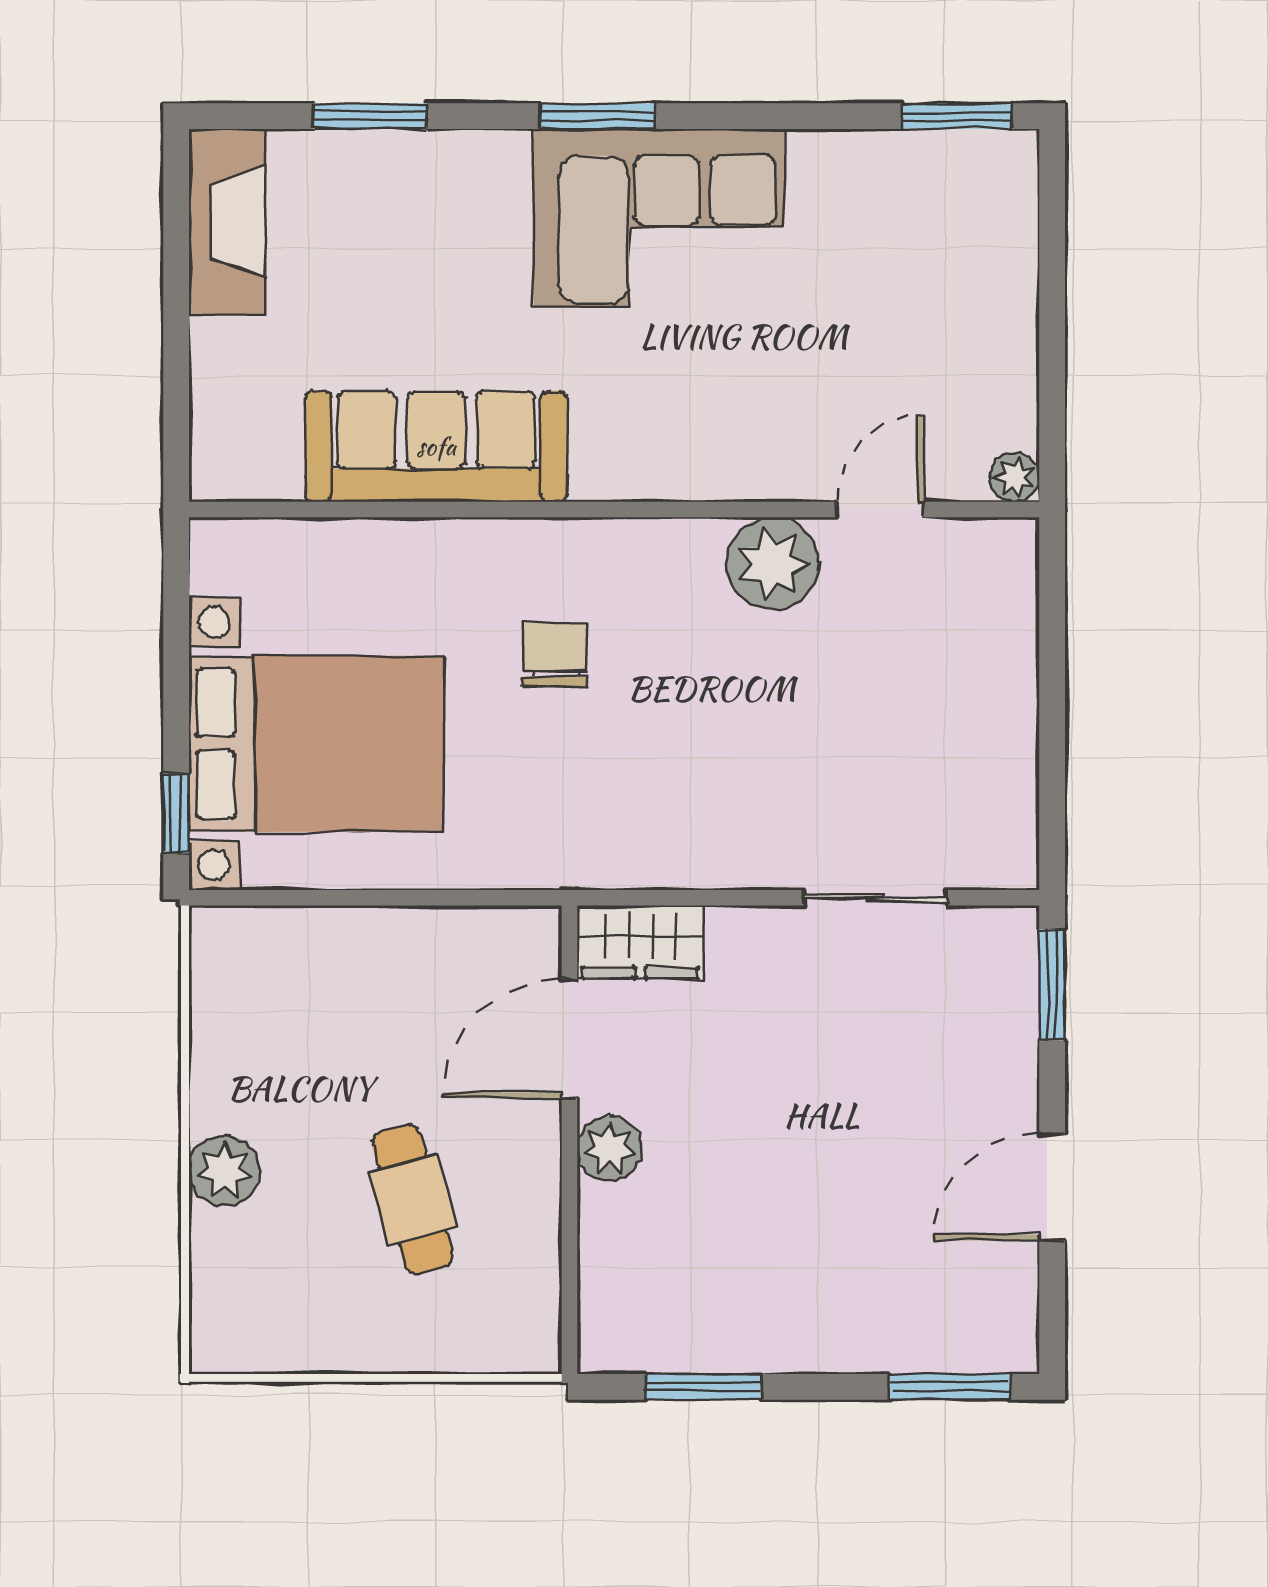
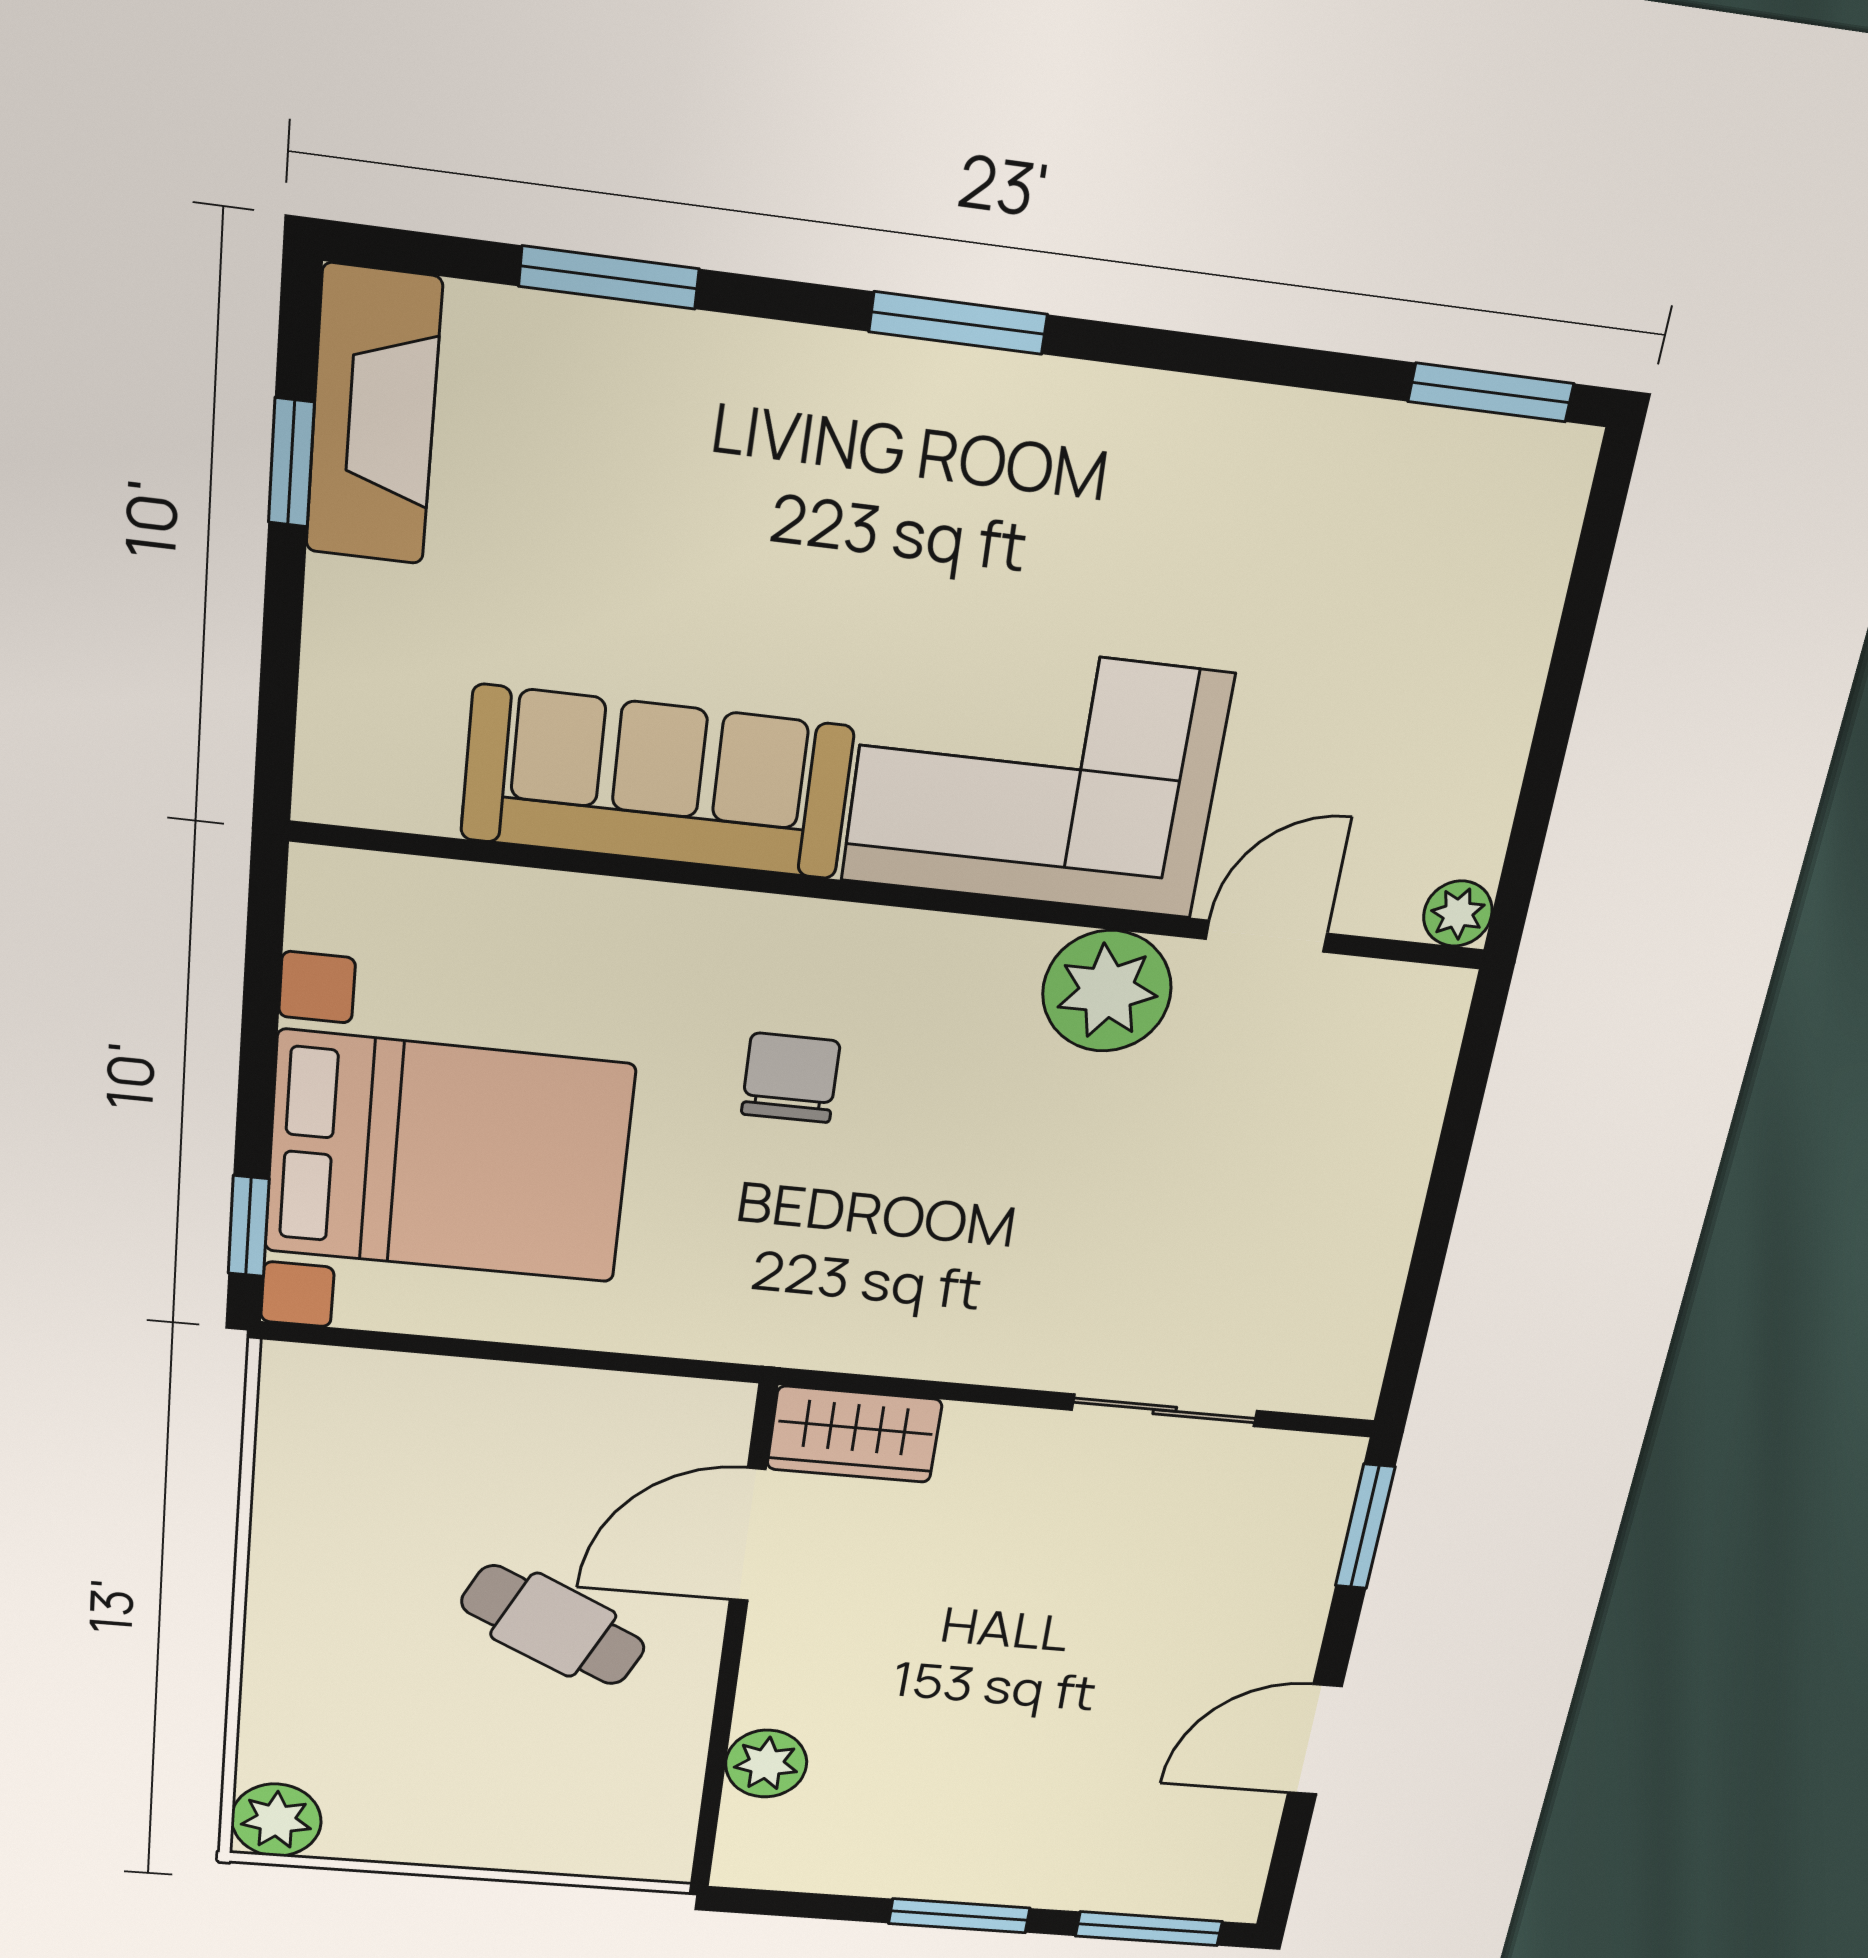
corner sofa: (659, 218) -> (1036, 778), moved, turned 180
window: (176, 258) -> (291, 462), added
plant: (610, 1149) -> (766, 1764), moved
plant: (224, 1171) -> (276, 1820), moved
cafe table: (412, 1199) -> (553, 1625), moved, turned -49
window: (703, 1387) -> (959, 1916), moved

